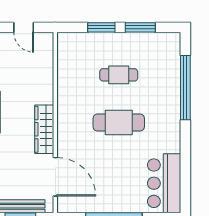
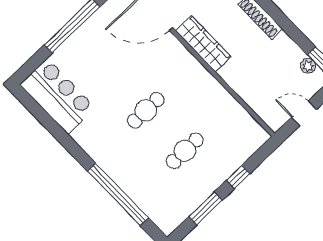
window: (101, 27) -> (238, 177), width x0.67
cafe table: (119, 122) -> (146, 110), width x0.73, depth x0.74

